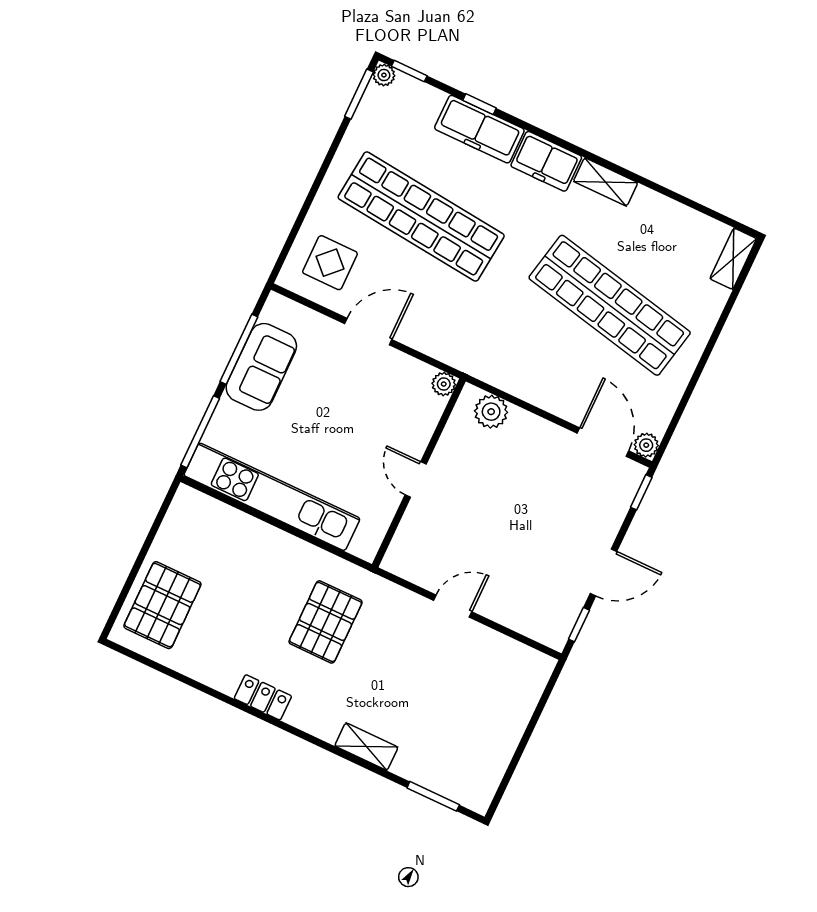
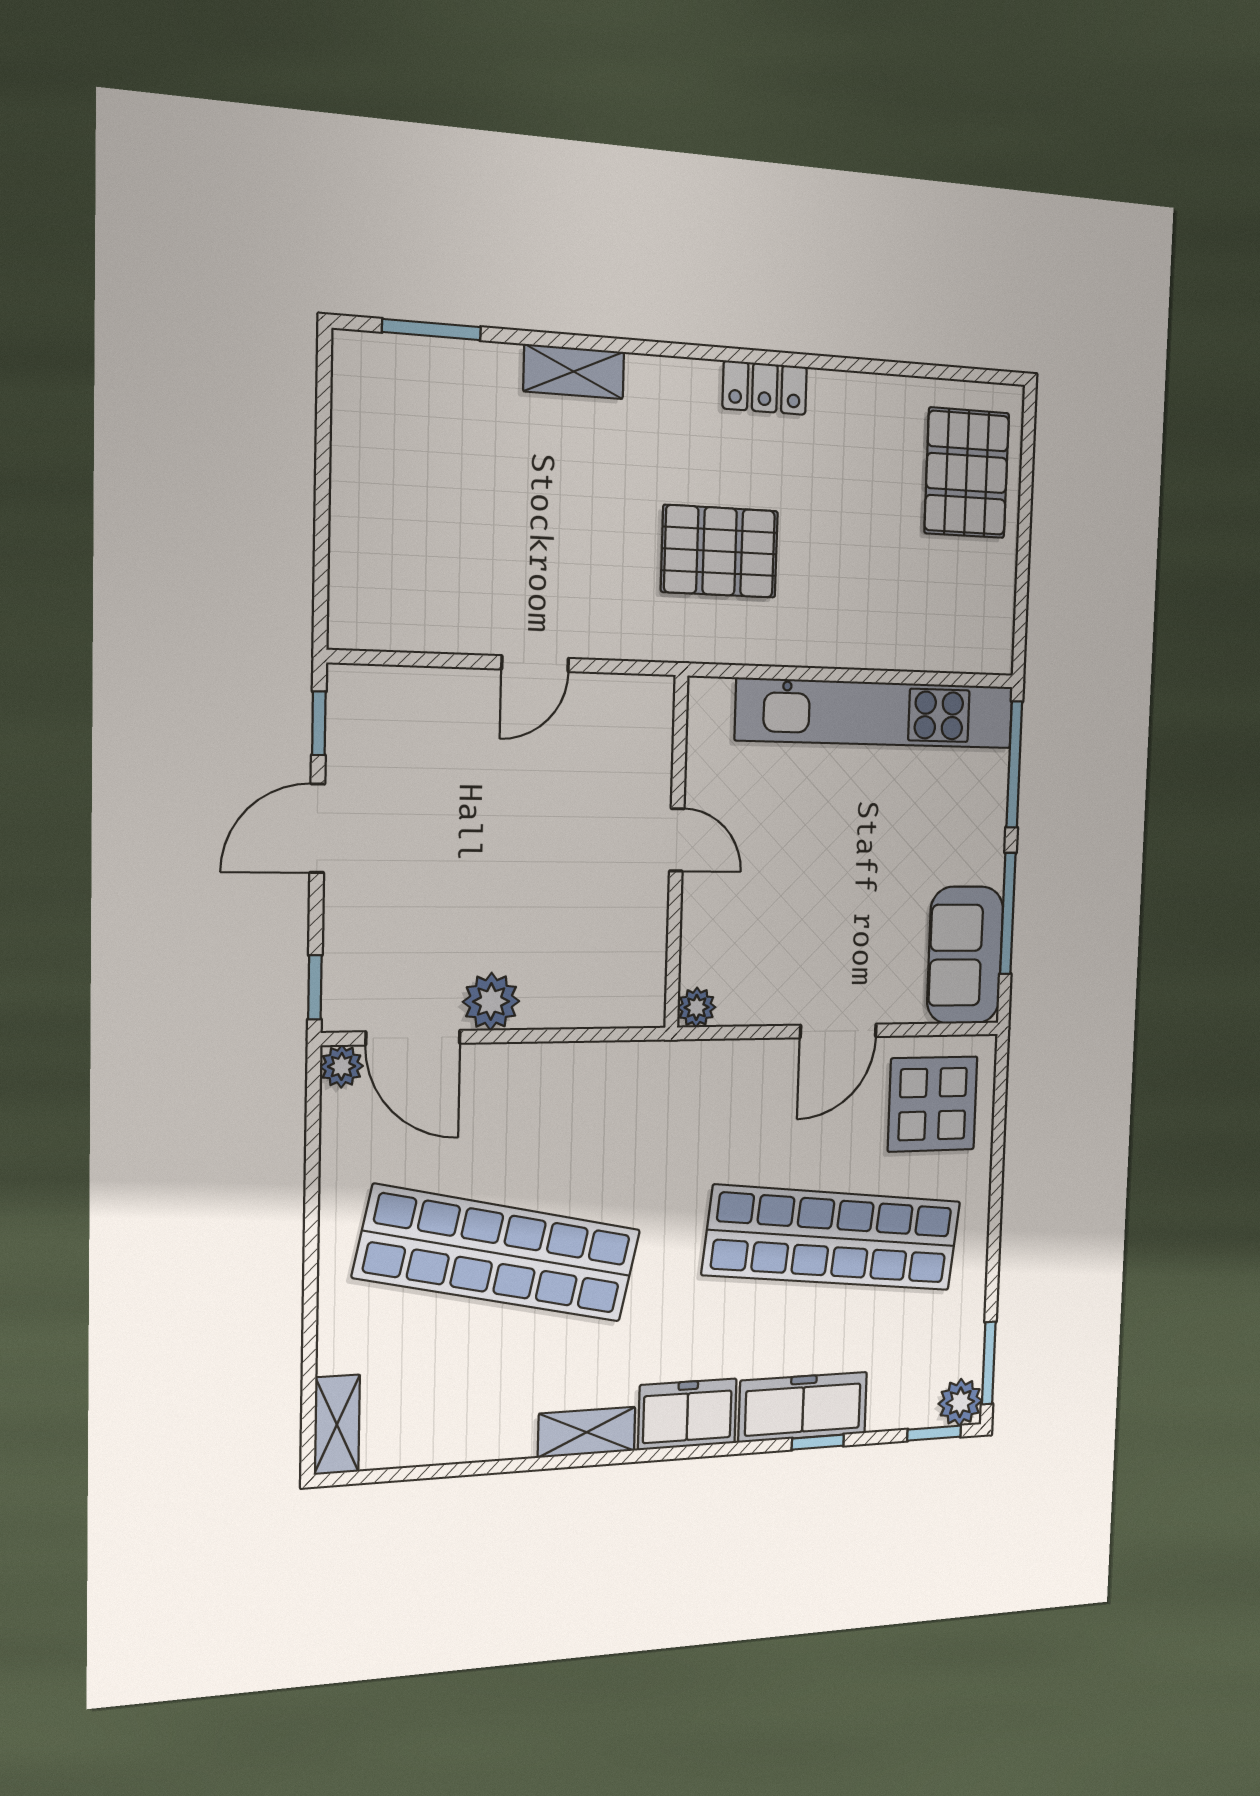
plant: (384, 75) -> (960, 1402), width x1.38, depth x1.38
display table: (330, 263) -> (933, 1104), width x1.36, depth x1.36
sofa: (261, 367) -> (965, 955), moved
plant: (491, 412) -> (491, 1001), moved
pallet: (326, 622) -> (720, 551), turned 90

